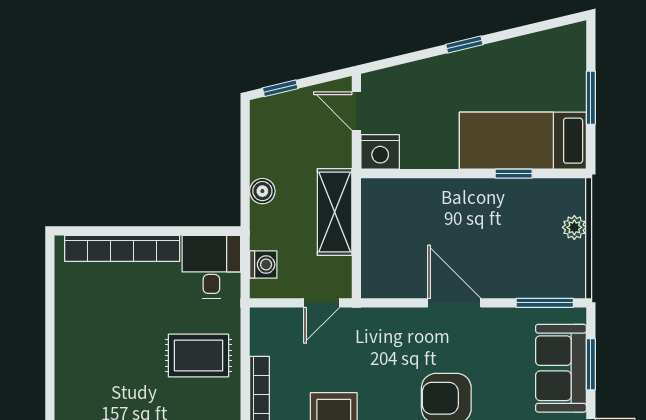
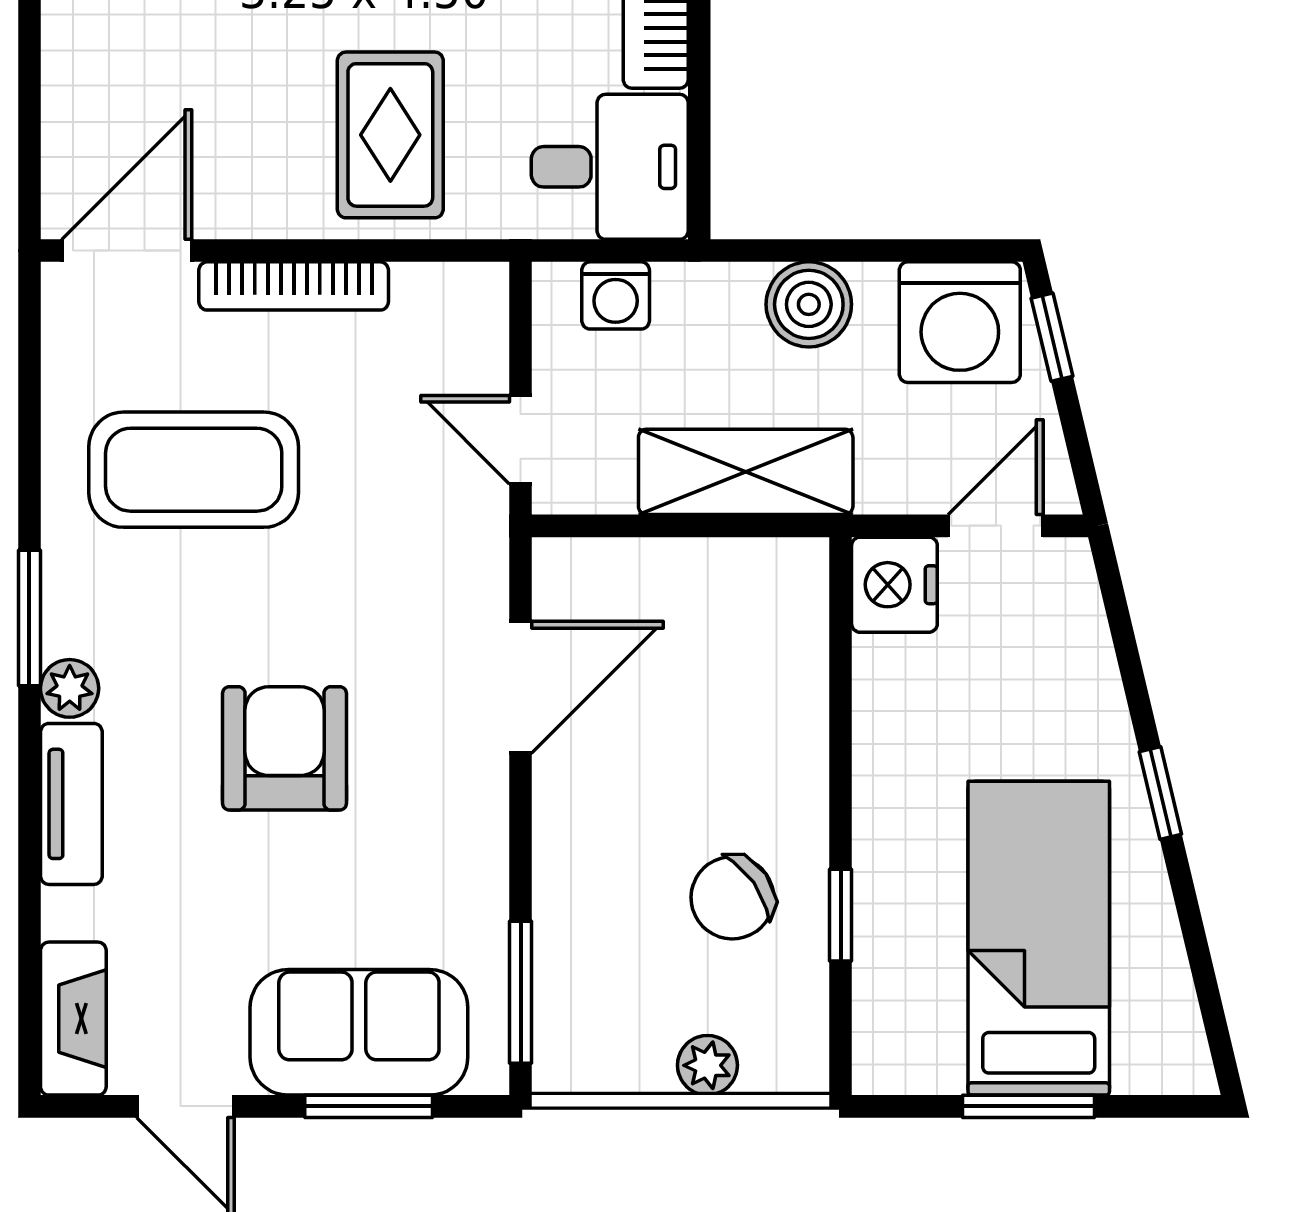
washing machine: (274, 126) -> (960, 322), added
bed: (523, 141) -> (1039, 938), moved
boiler: (262, 191) -> (809, 304), width x1.36, depth x1.36
chair: (507, 217) -> (732, 898), added
door: (454, 303) -> (521, 687), moved

